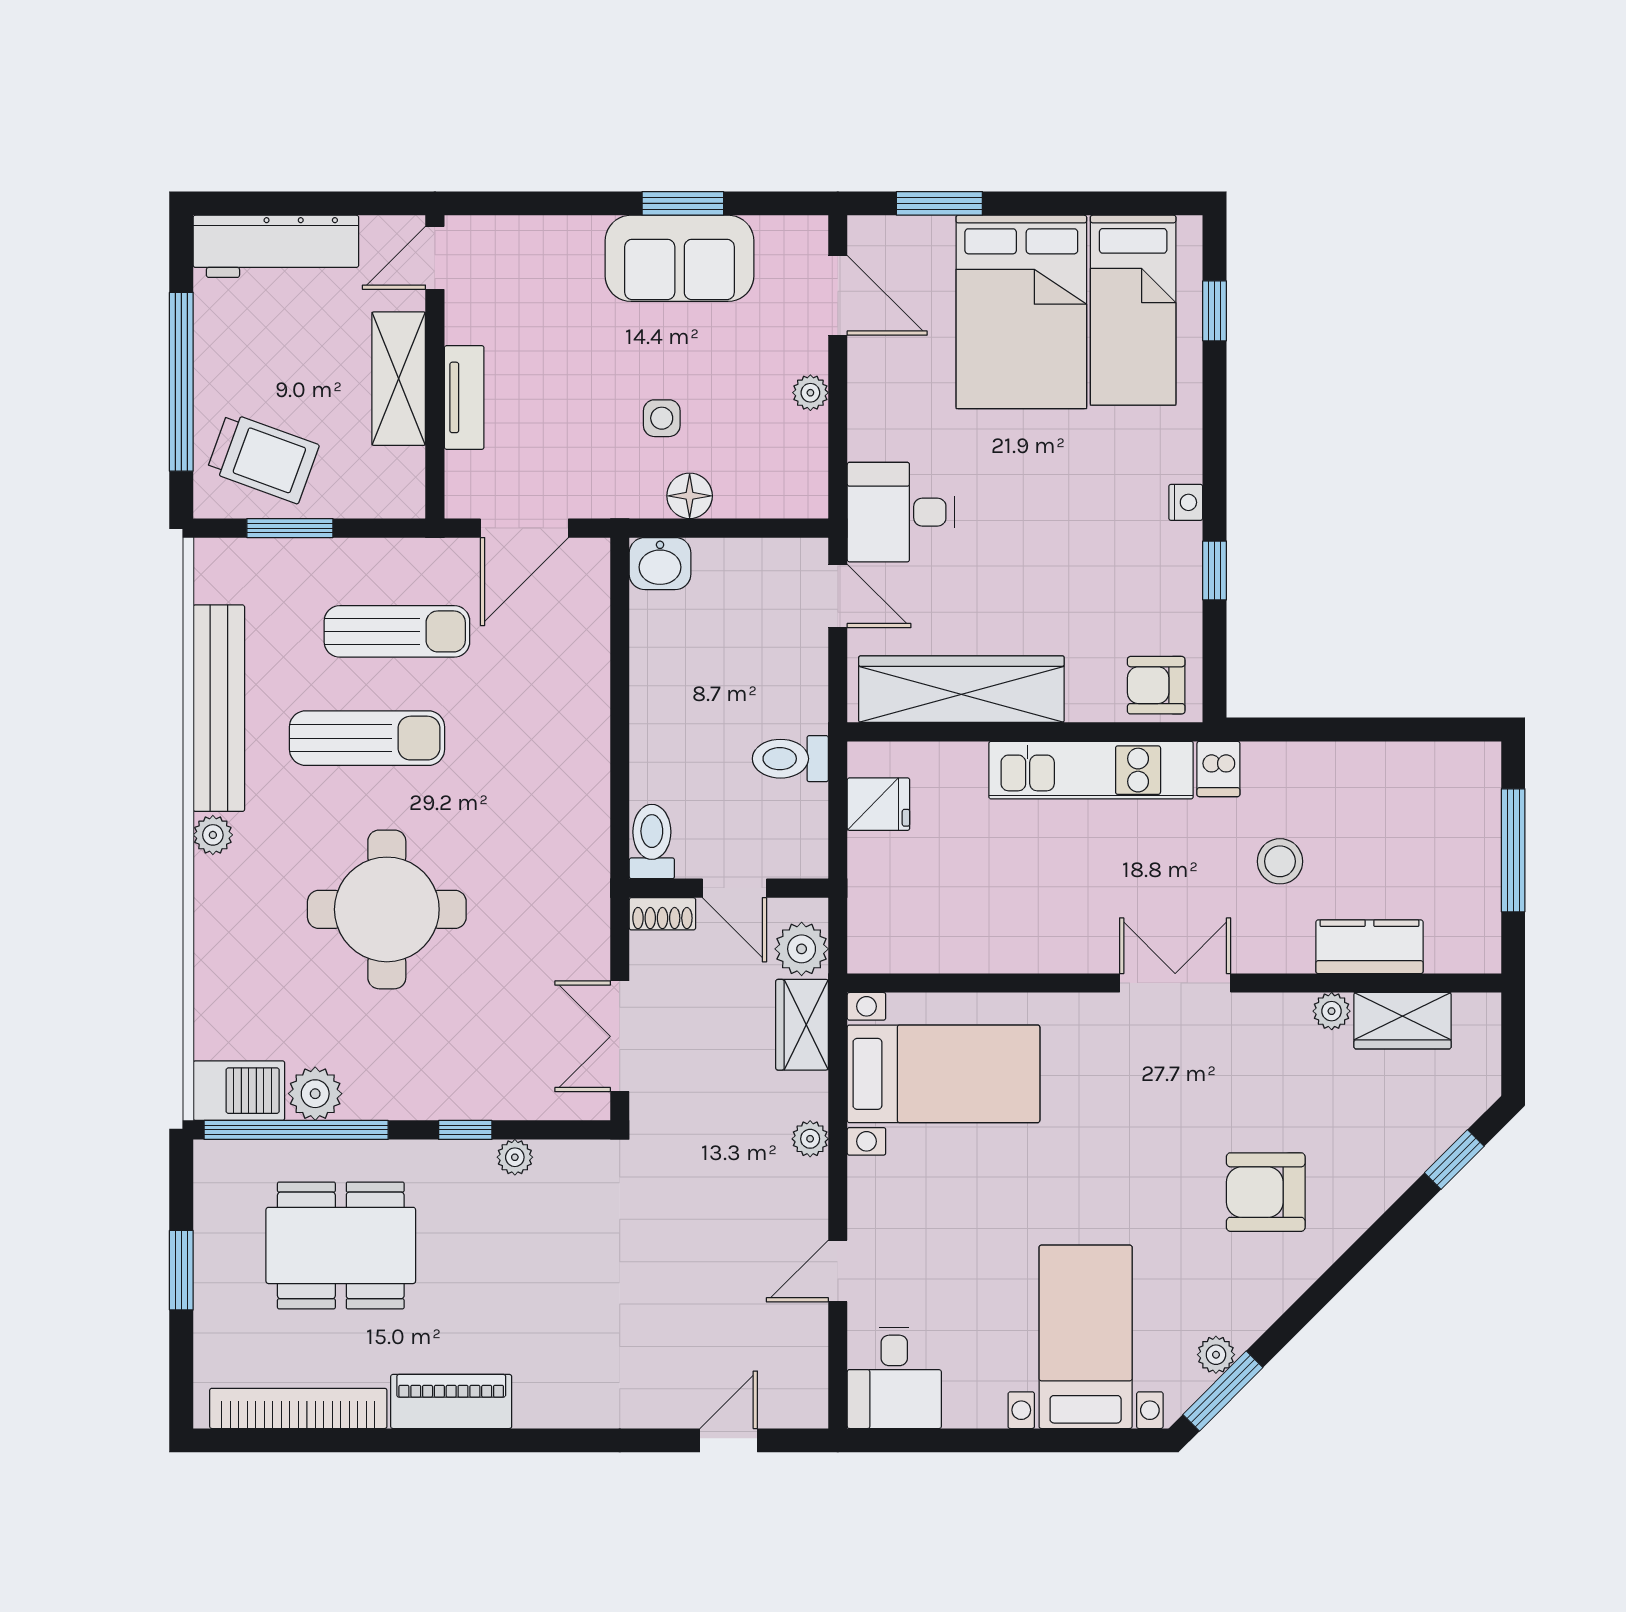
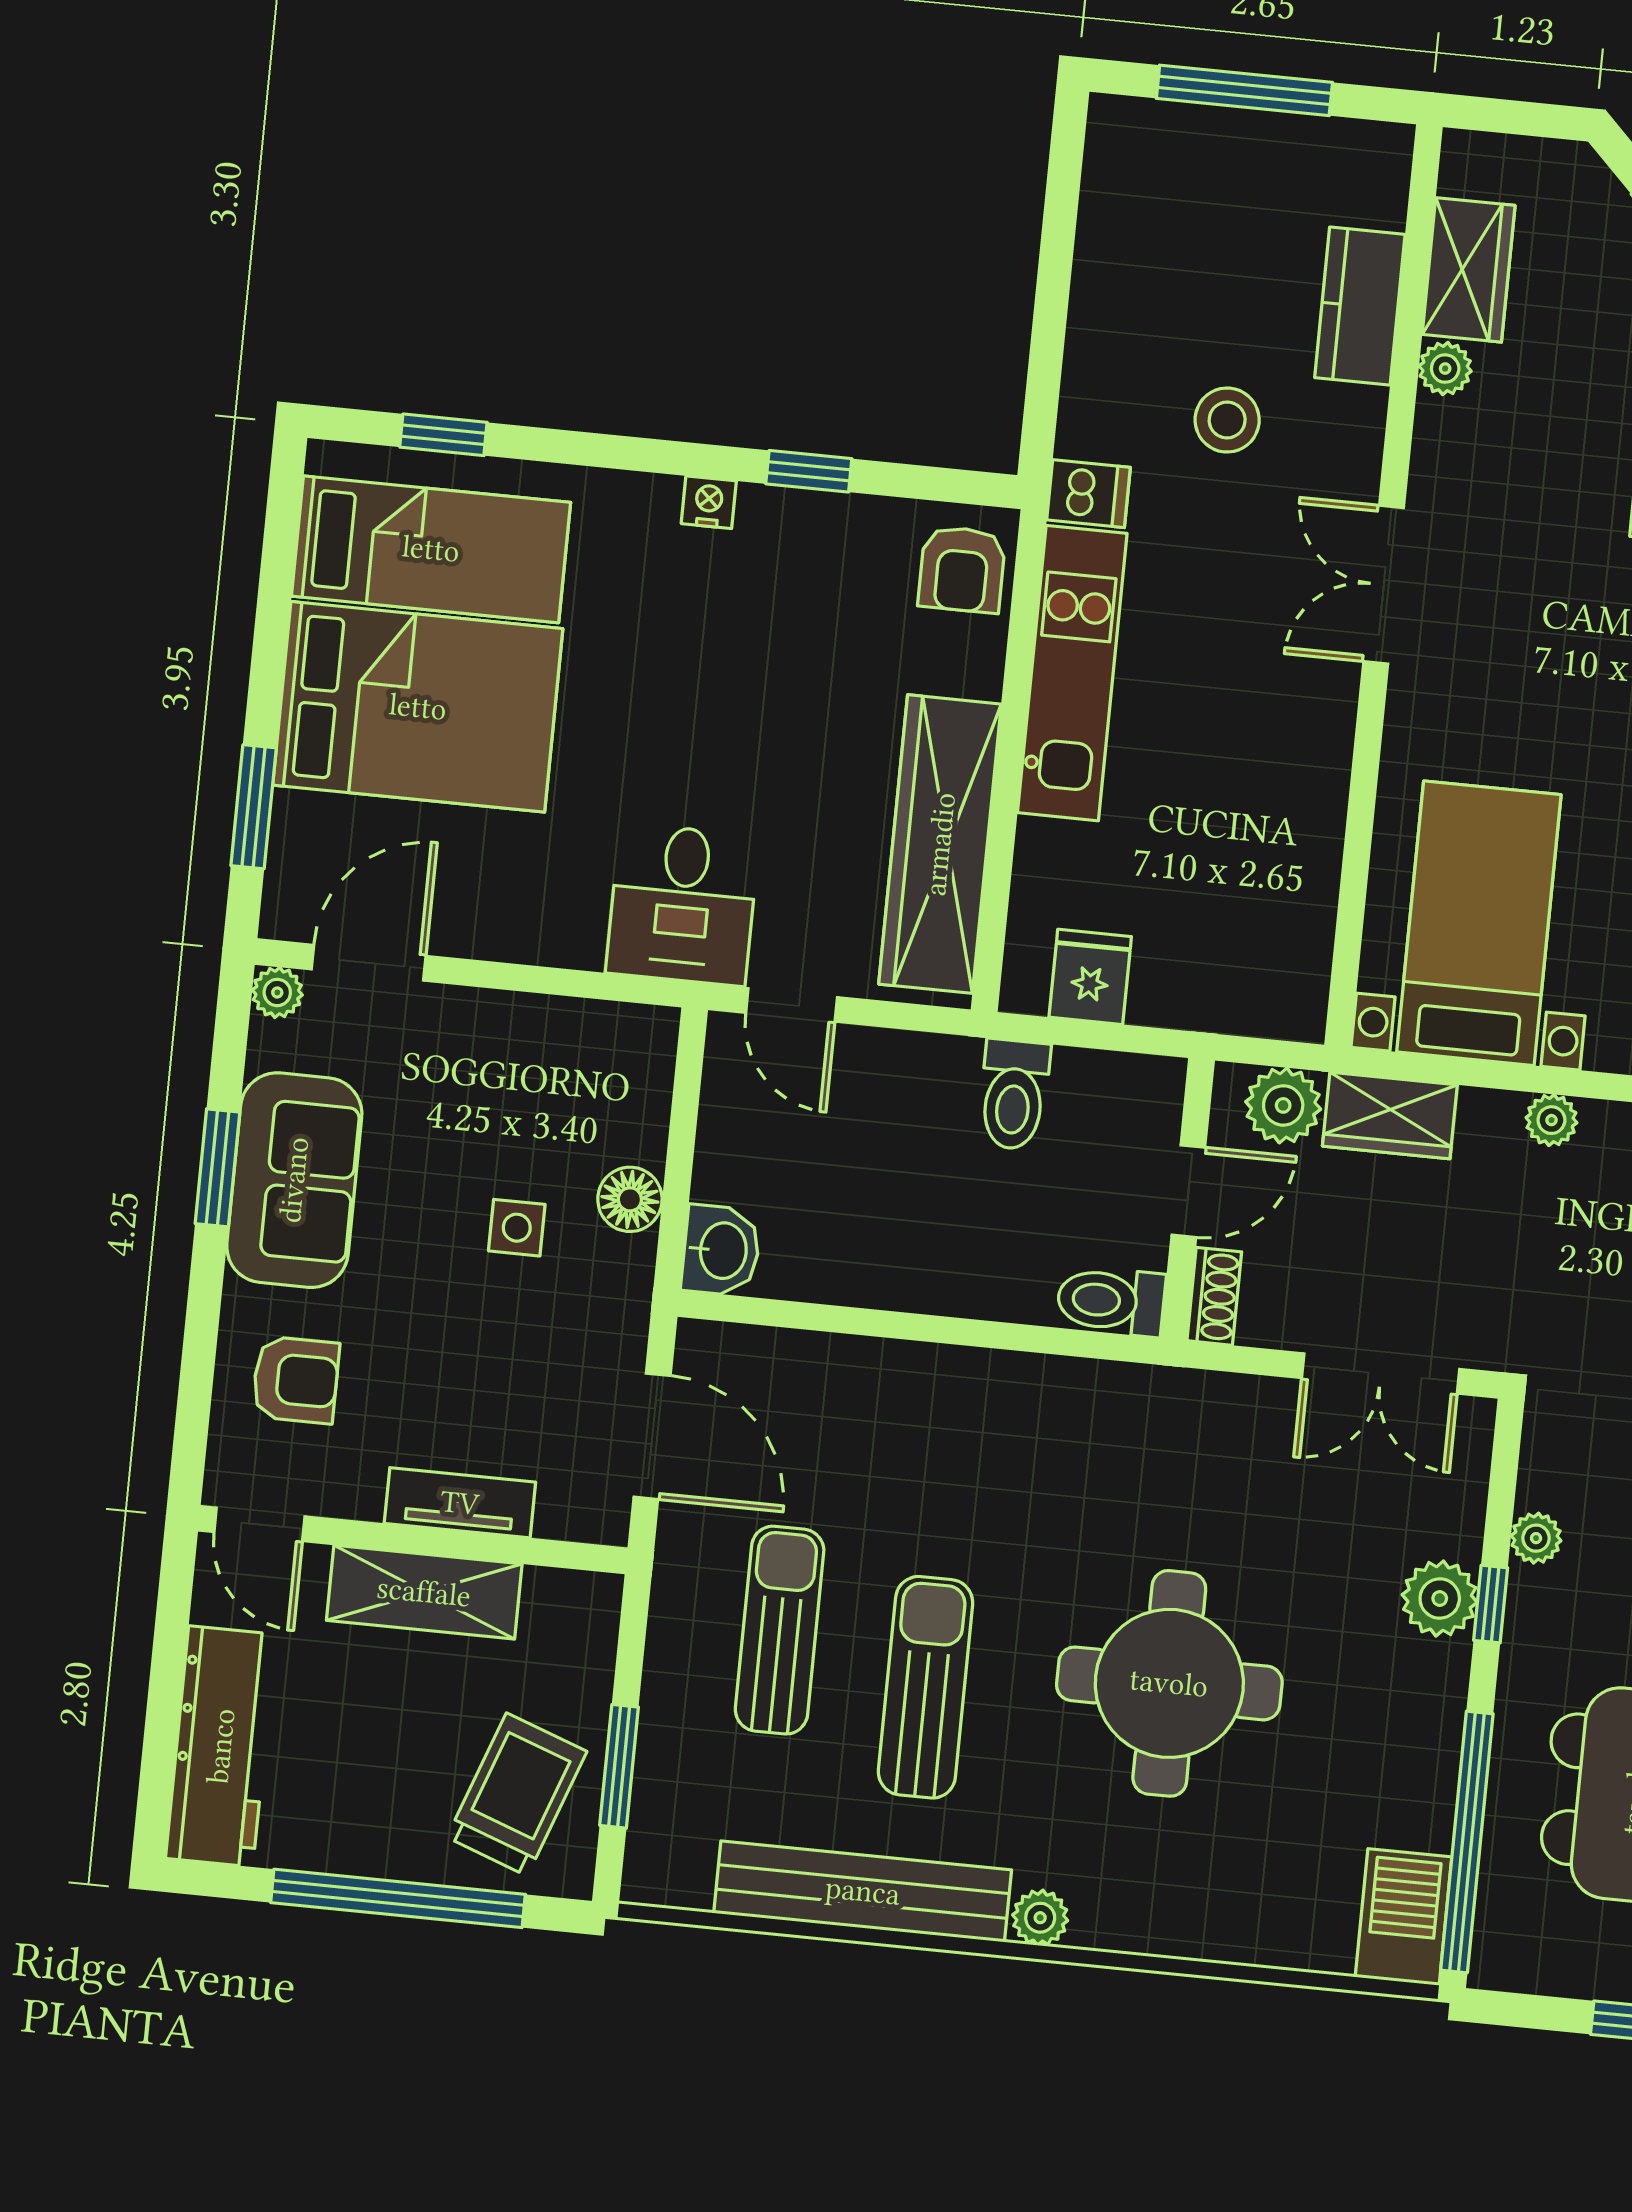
armchair: (539, 273) -> (296, 1380), added
plant: (810, 393) -> (277, 992), moved
door: (838, 596) -> (792, 1005), swing flipped
plant: (315, 1094) -> (1440, 1598), moved

